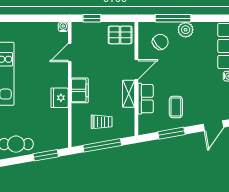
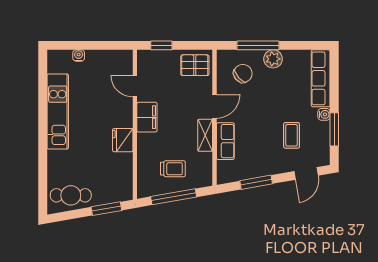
water cooler: (63, 27) -> (79, 55), moved
door: (70, 52) -> (135, 86), hinge flipped
filing cabinet: (80, 90) -> (147, 117), moved
coffee table: (176, 107) -> (292, 135), moved

